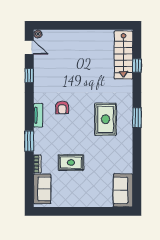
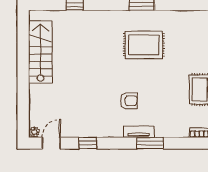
stairs: (123, 55) -> (40, 52), moved, turned -90
window: (29, 141) -> (150, 143), moved

